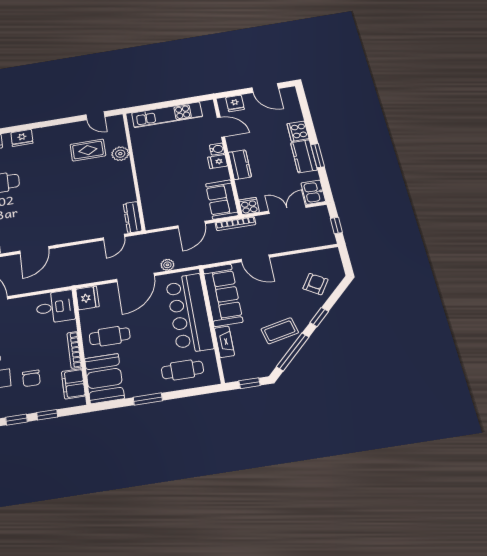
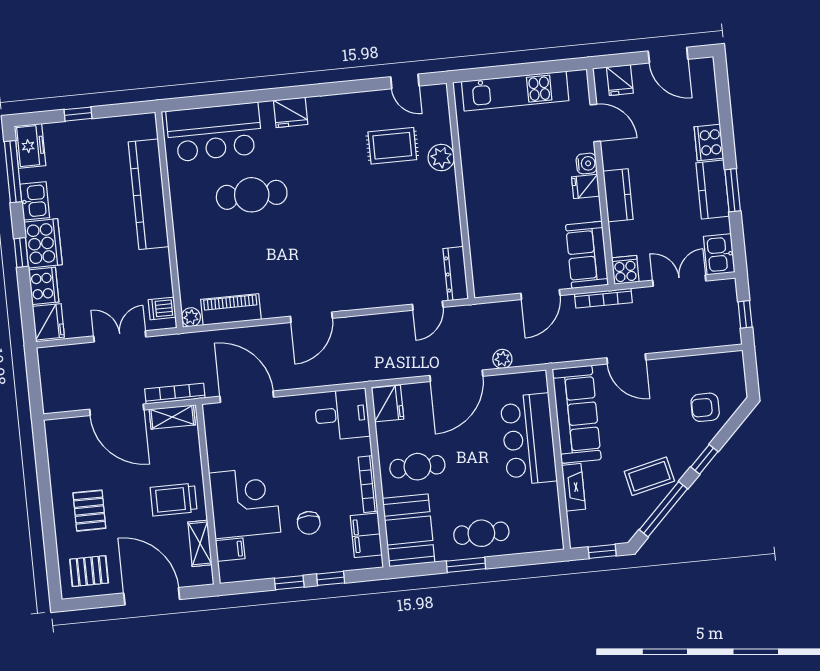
armchair: (315, 284) -> (705, 407), turned -122
bar counter: (189, 313) -> (529, 439), width x0.73
cafe table: (182, 370) -> (481, 533), moved

